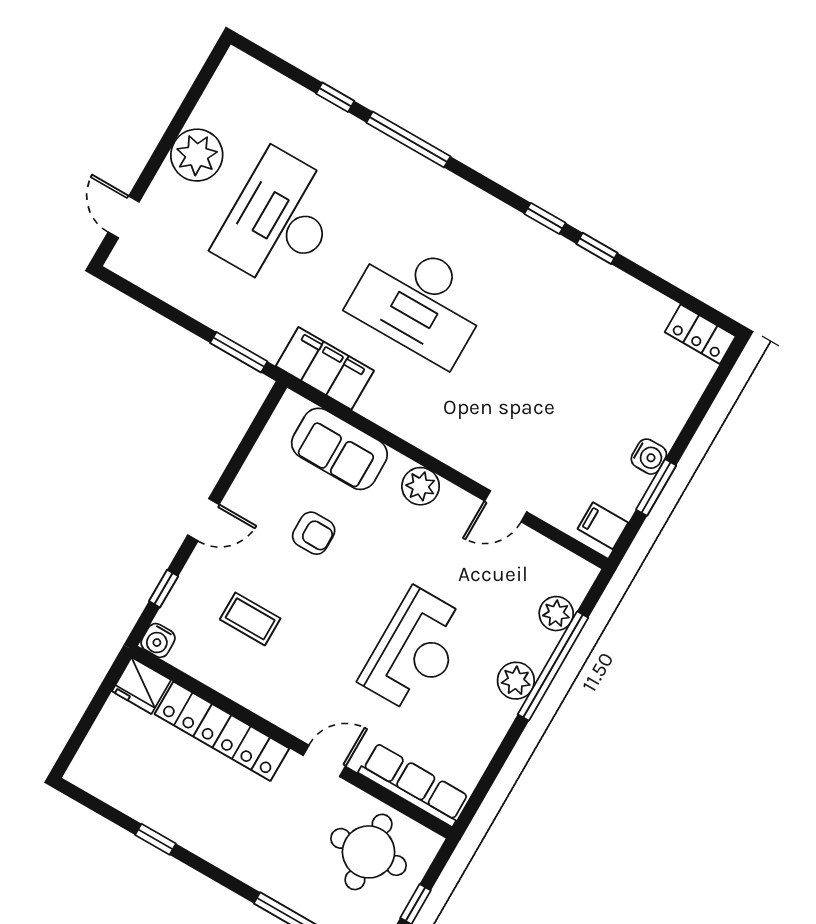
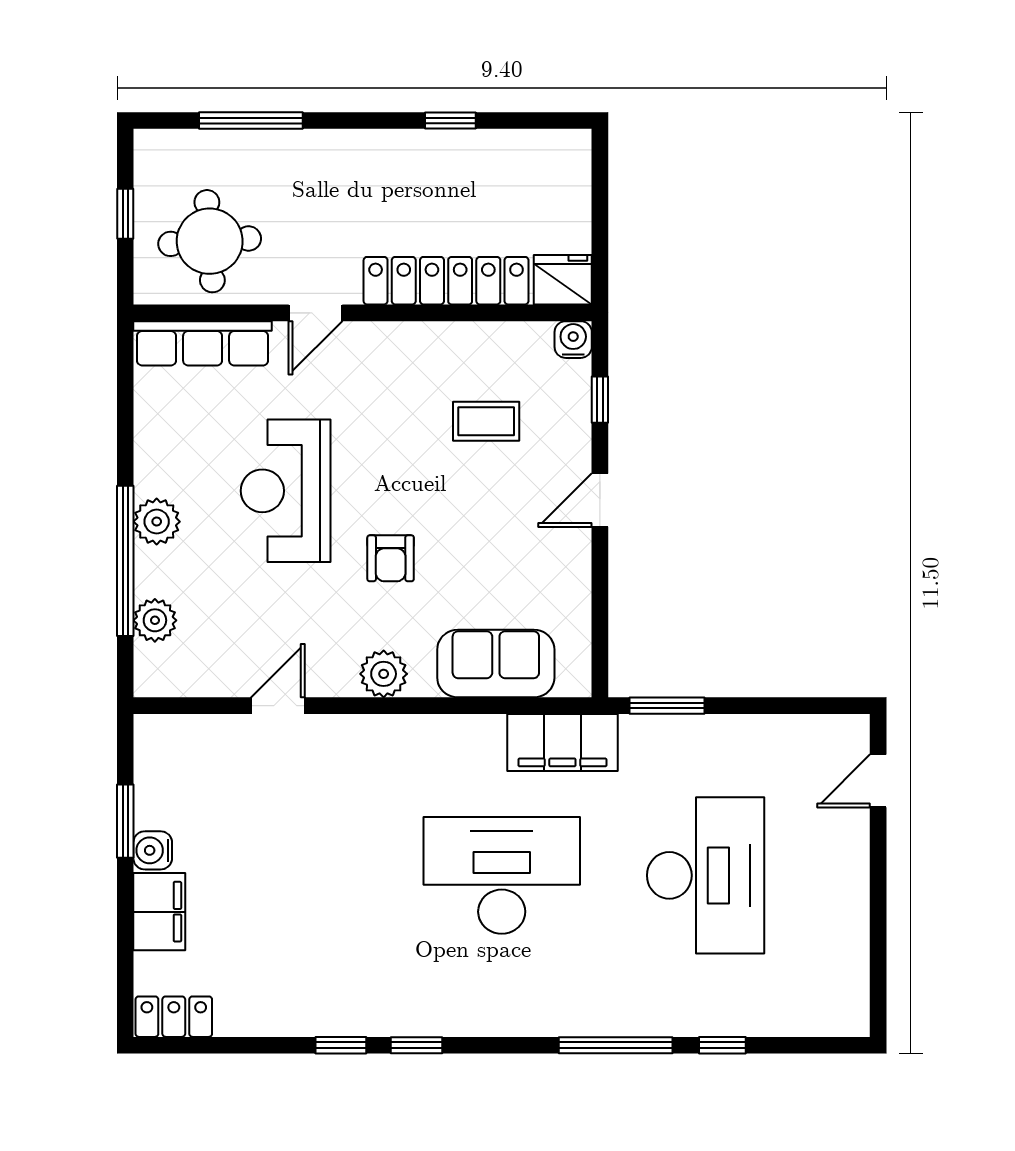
plant: (197, 155) -> (837, 895), removed
door: (124, 217) -> (878, 781), swing flipped
filing cabinet: (603, 526) -> (159, 912), moved, width x2.00
armchair: (314, 533) -> (391, 558), moved, turned -90

